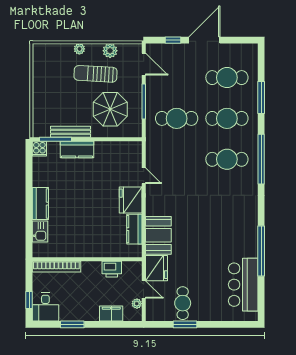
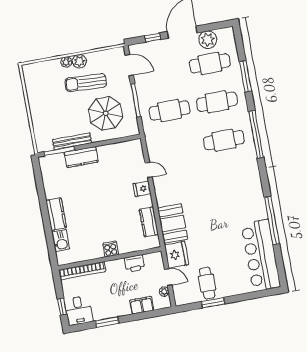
plant: (110, 51) -> (79, 61), moved
plant: (229, 53) -> (208, 40), added
cooker: (39, 149) -> (111, 249), moved, turned 180
fridge: (131, 200) -> (142, 189), width x0.53, depth x0.75
bar counter: (243, 285) -> (261, 255), width x1.36

